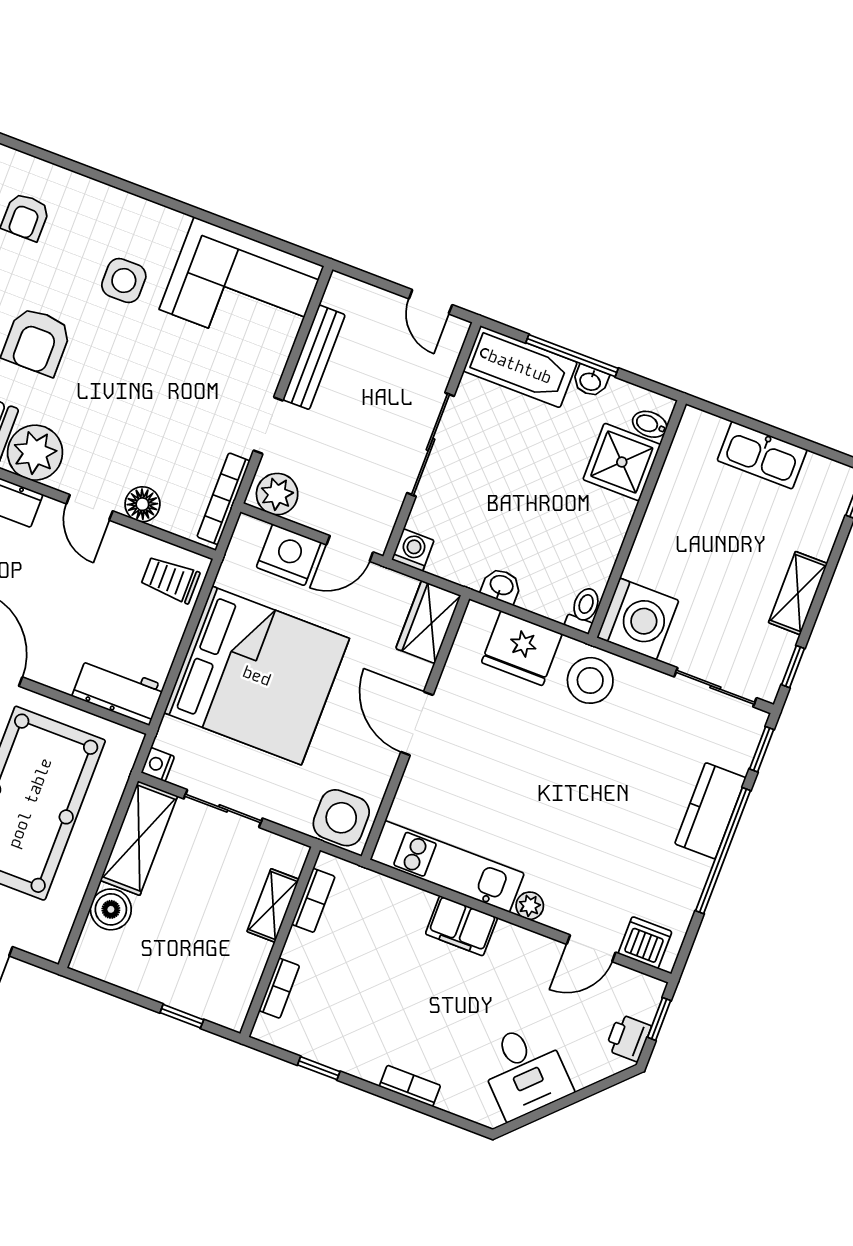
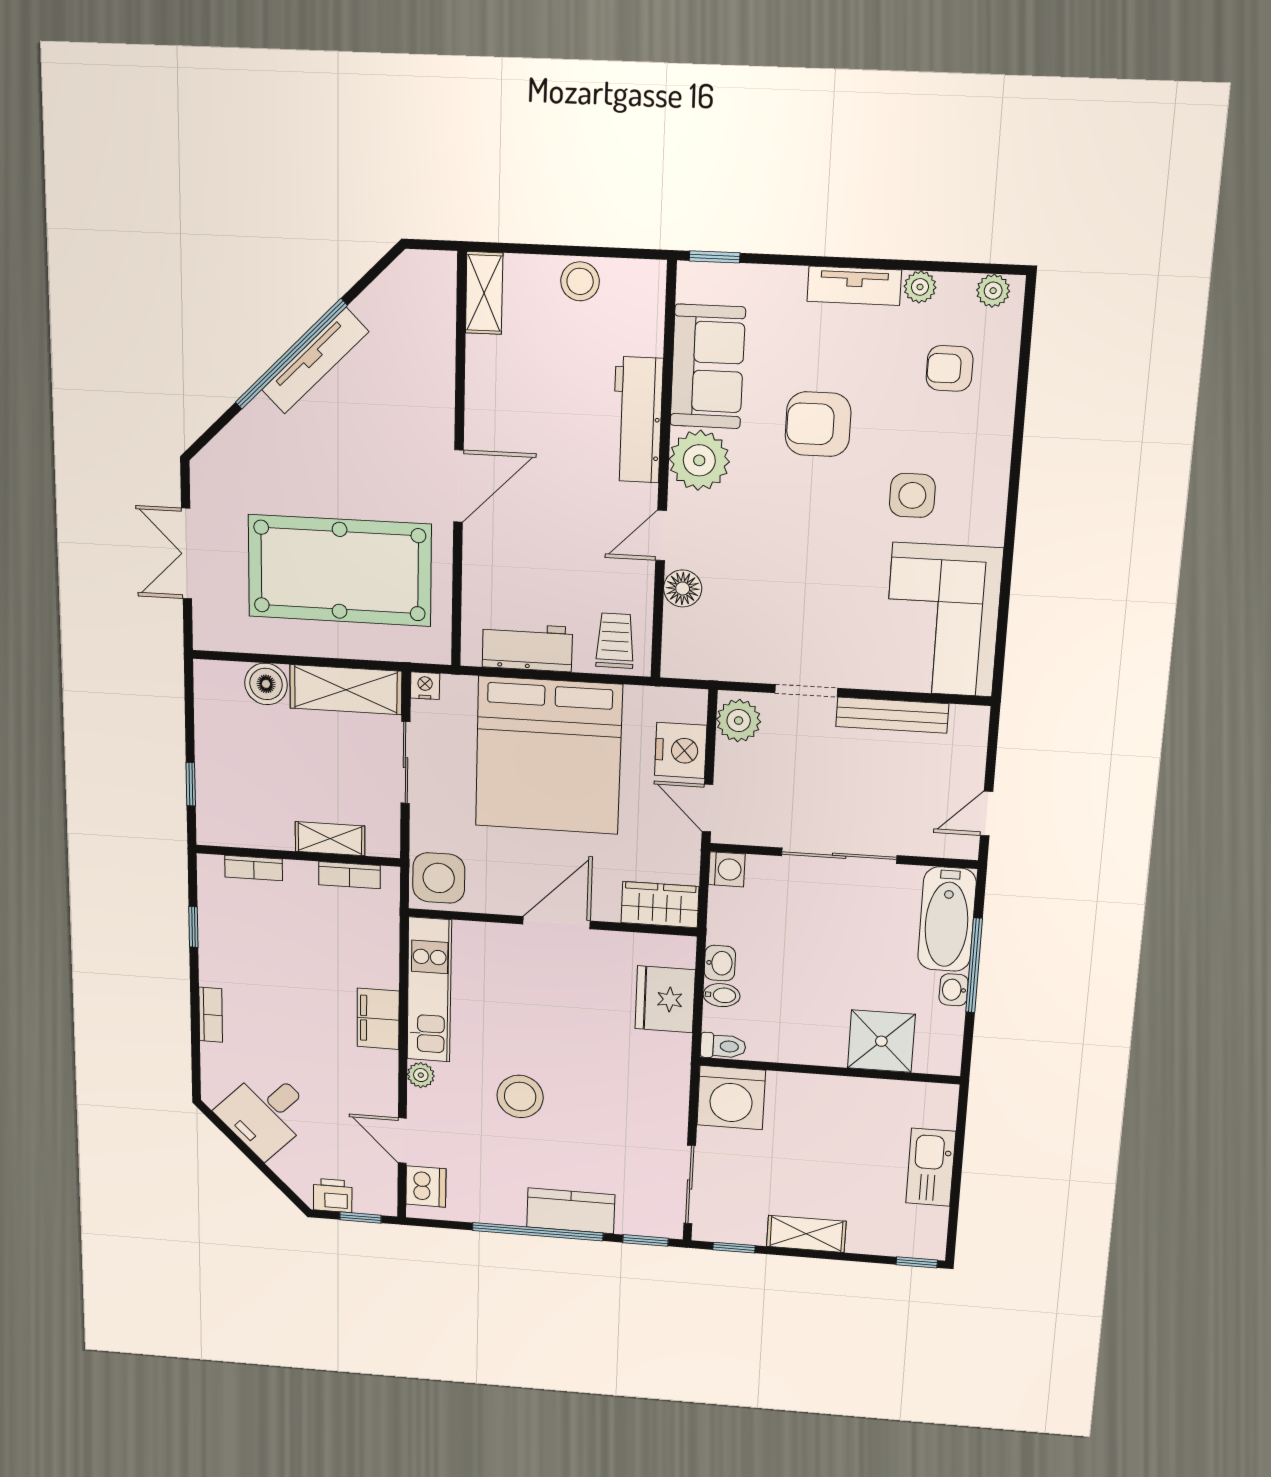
bidet: (650, 424) -> (722, 995), moved, turned 90
bookcase: (223, 499) -> (716, 669), removed
stool: (590, 680) -> (520, 1096), moved
workbench: (118, 691) -> (527, 647), moved, turned -90

